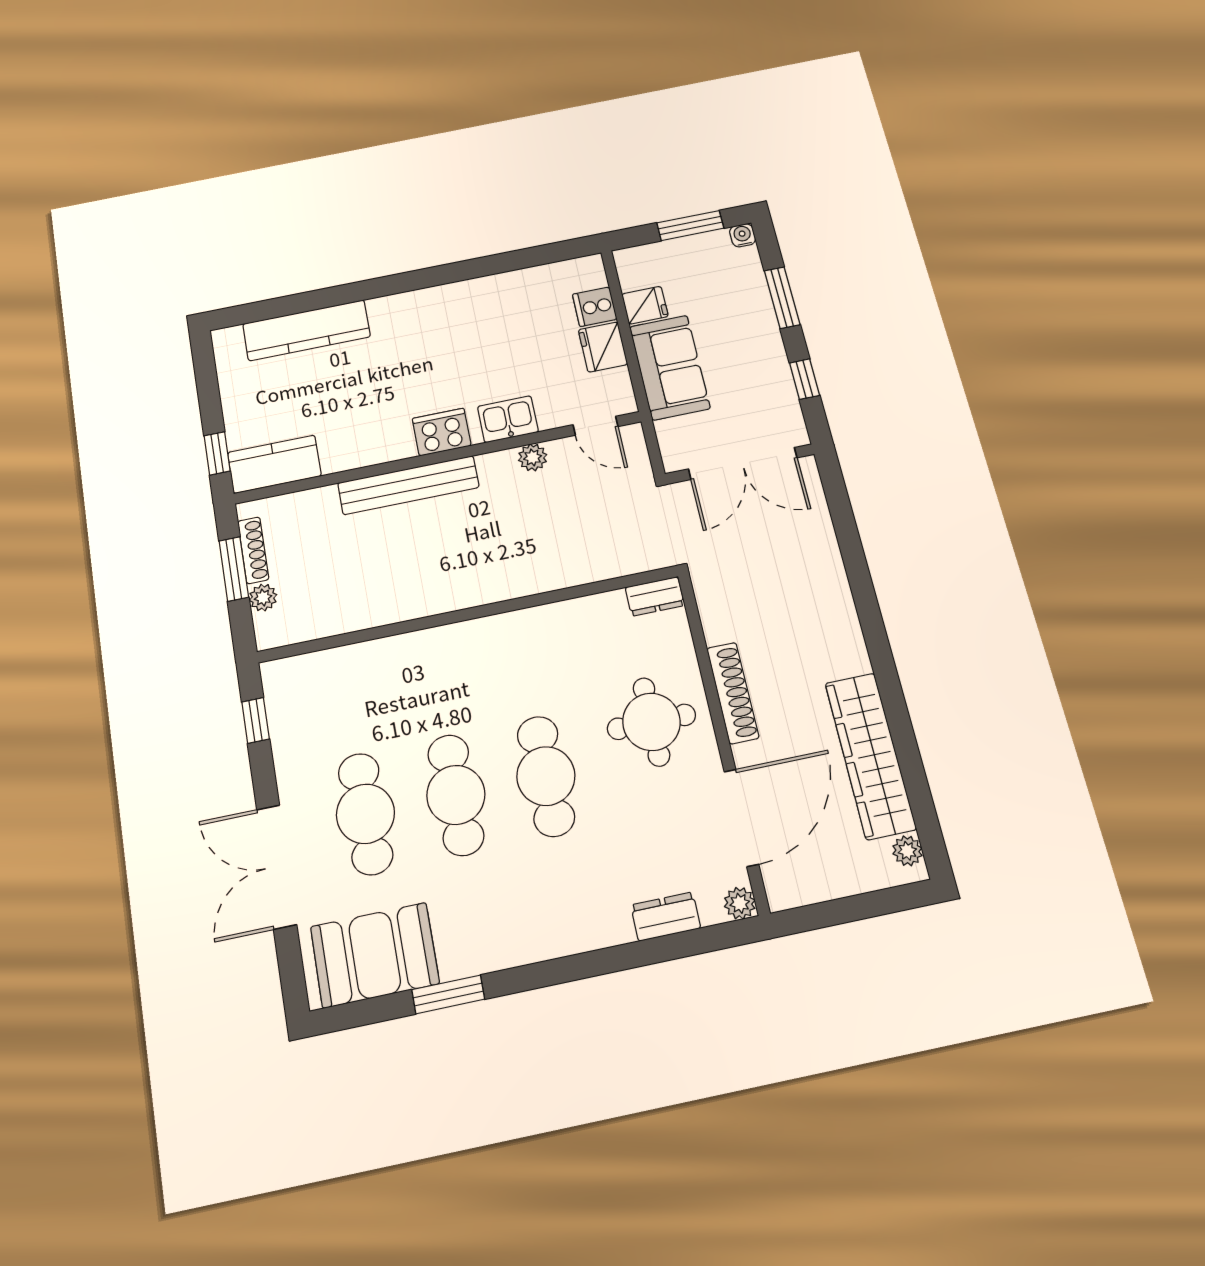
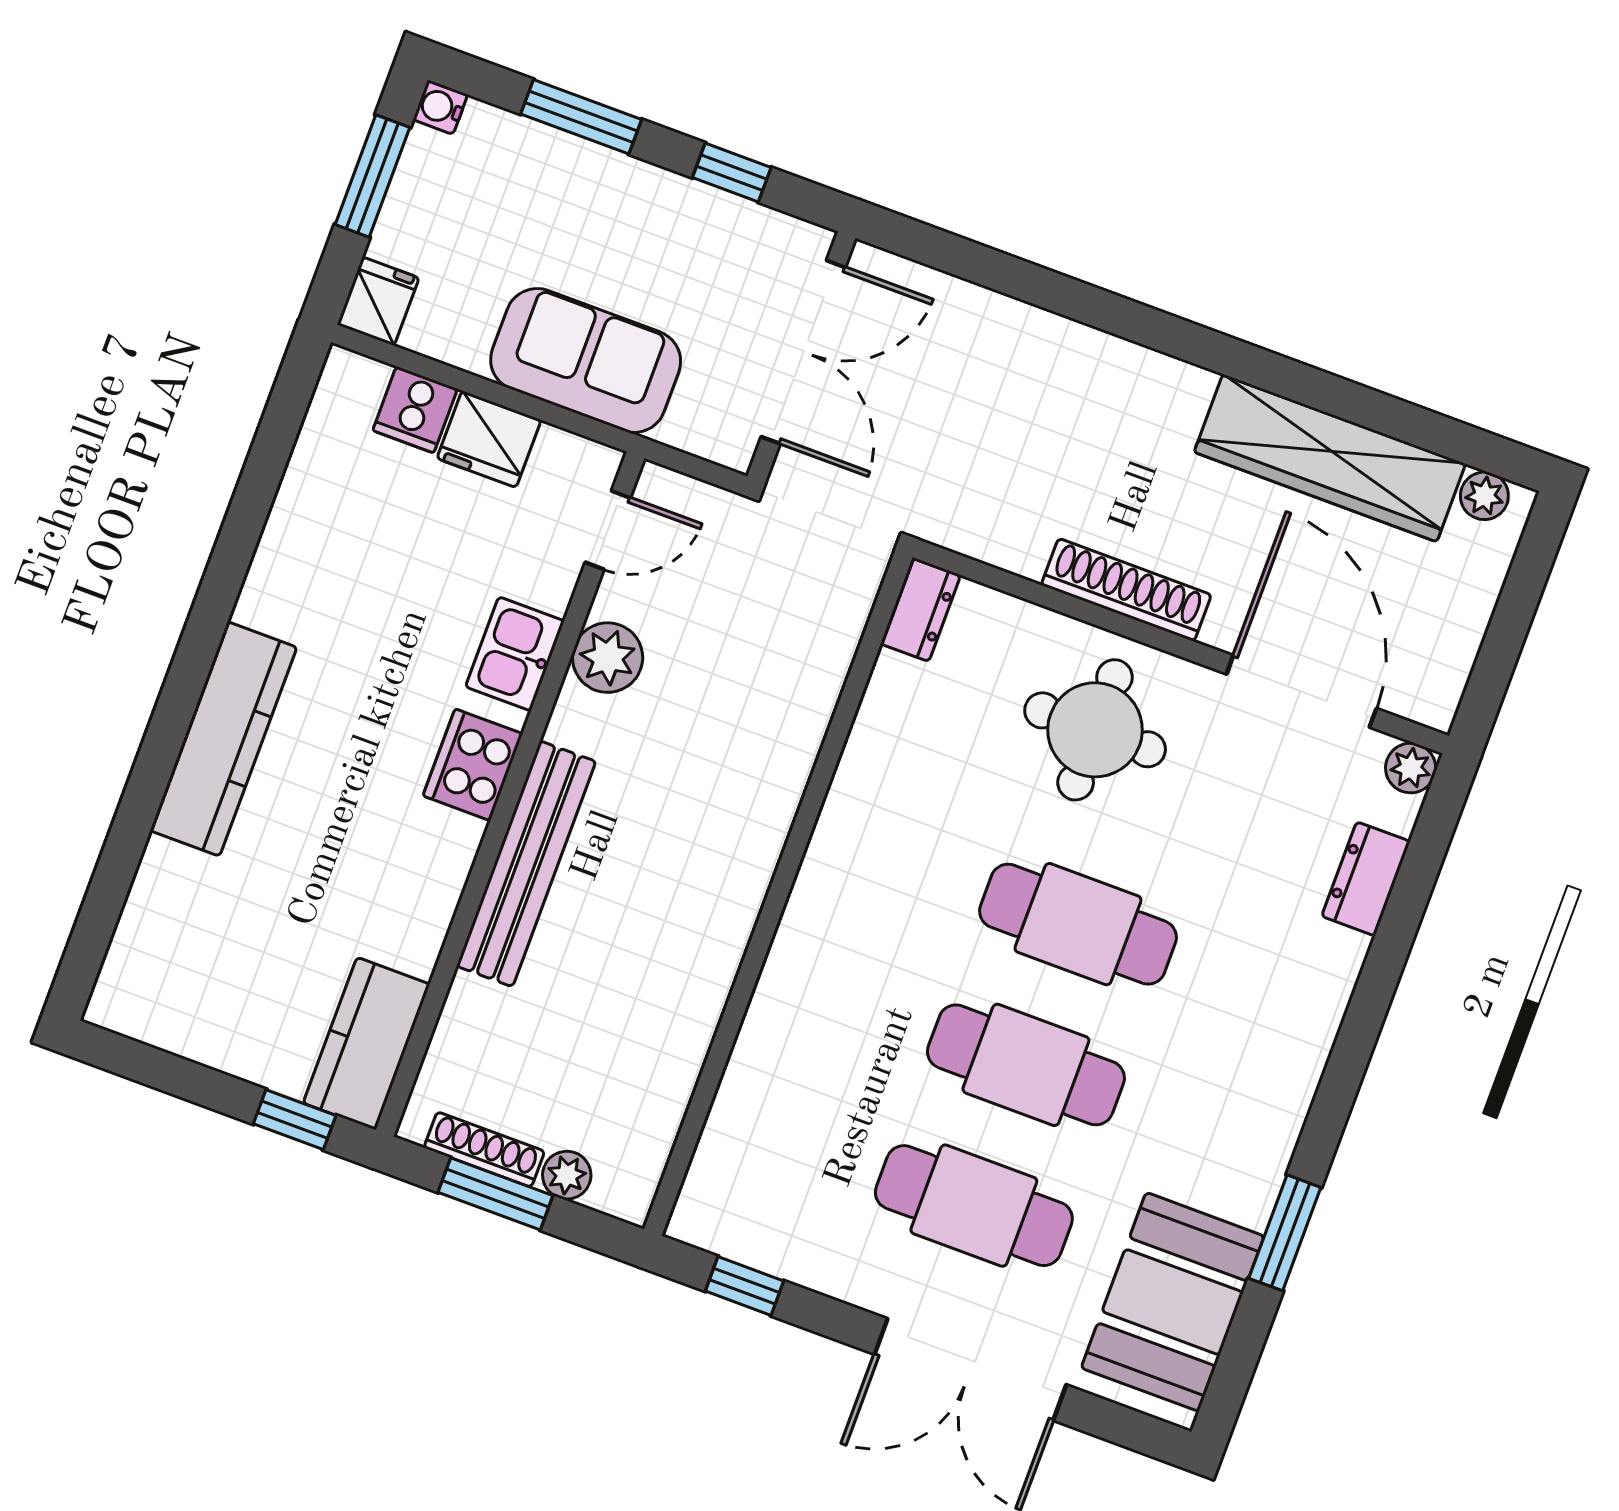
fridge: (645, 305) -> (378, 301), moved
kitchen counter: (307, 330) -> (223, 739), moved
plant: (533, 457) -> (608, 658), width x1.38, depth x1.38

